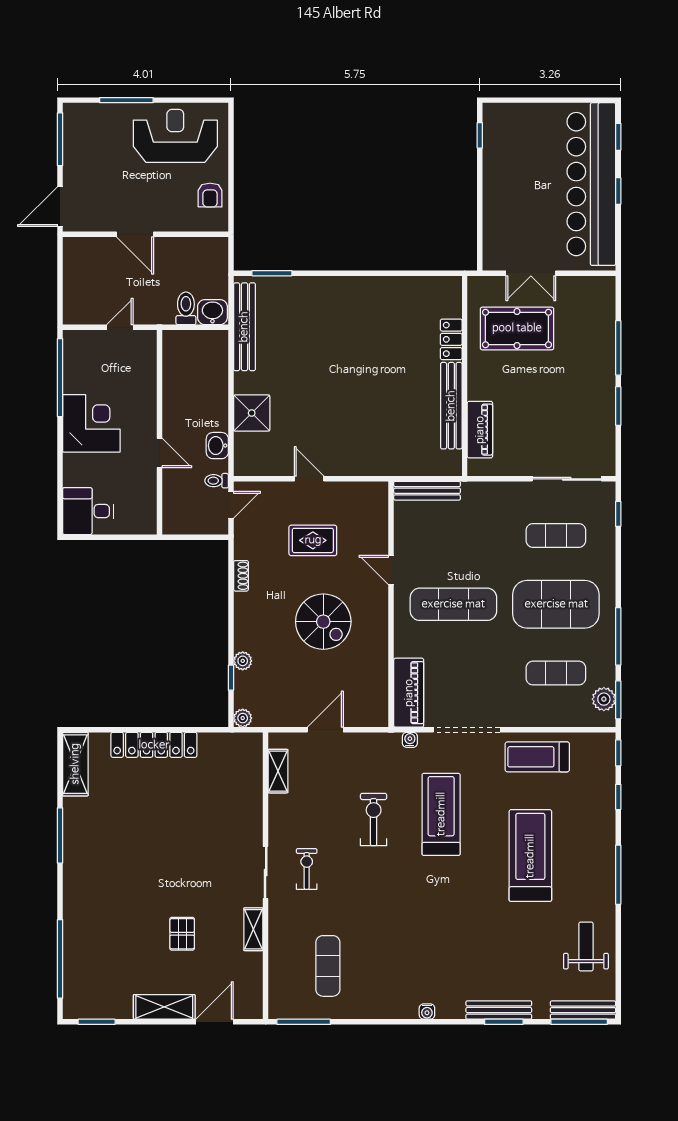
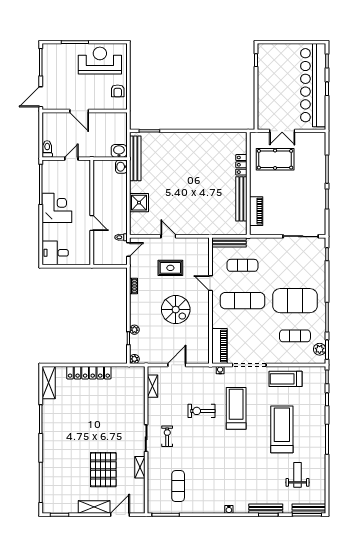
toilet: (186, 308) -> (47, 149), moved
washbasin: (217, 446) -> (121, 167), moved
exercise mat: (556, 535) -> (242, 265), moved
exercise bike: (374, 819) -> (202, 411), turned -90
pallet: (182, 934) -> (103, 470), width x2.05, depth x2.00
weight bench: (586, 946) -> (297, 475), moved

